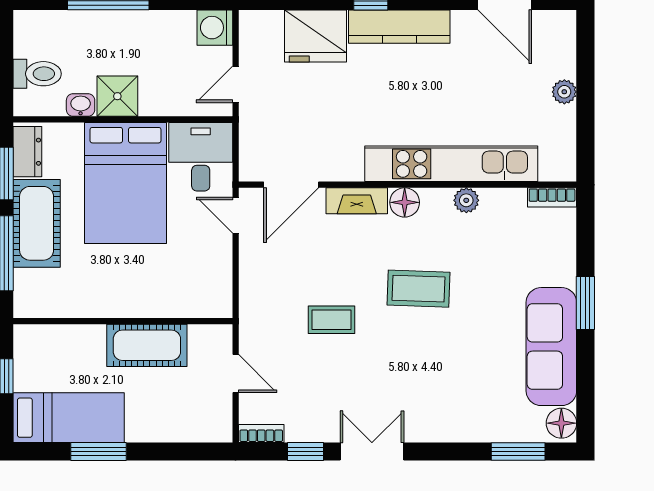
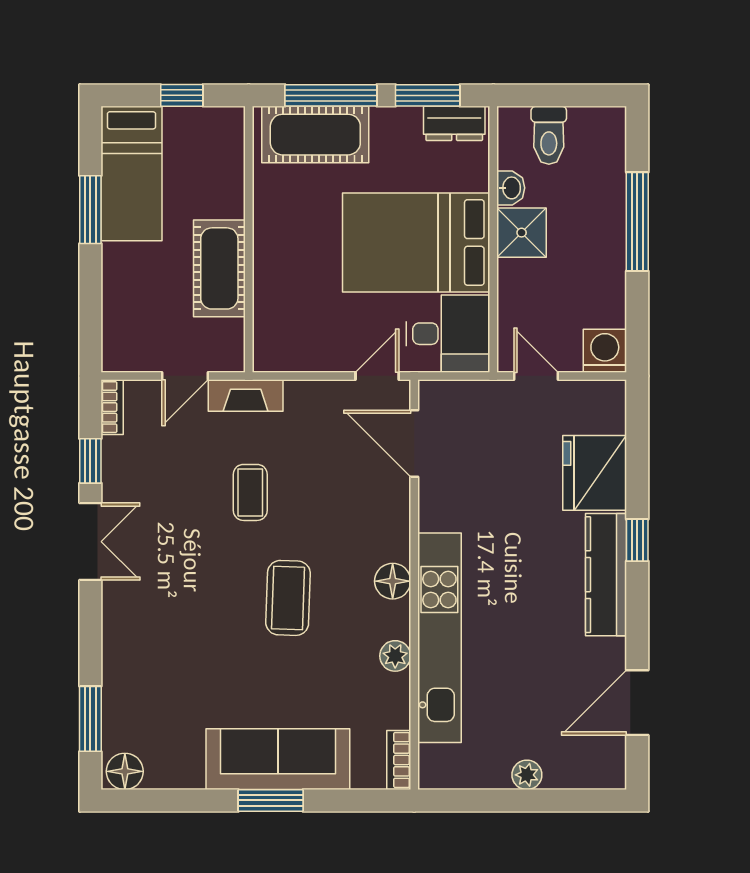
fireplace: (357, 201) -> (246, 396), moved, turned -90
cot: (37, 223) -> (315, 135), moved
sofa: (551, 347) -> (278, 759), moved

